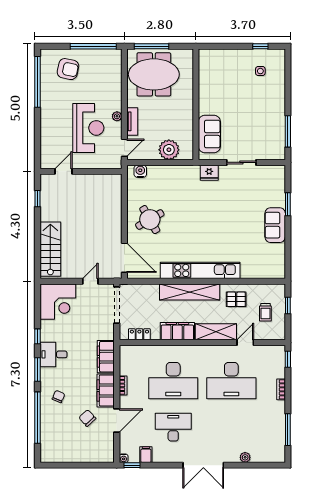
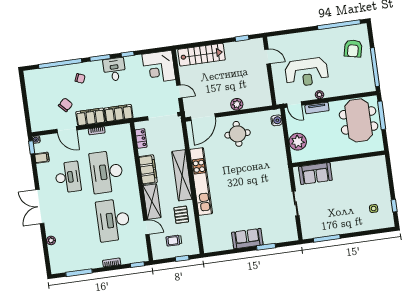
fridge: (209, 173) -> (283, 178), removed
plant: (115, 216) -> (237, 104), added
round table: (150, 220) -> (238, 134), turned 30

